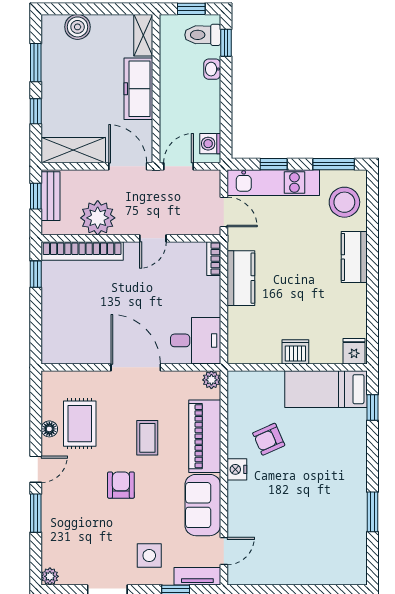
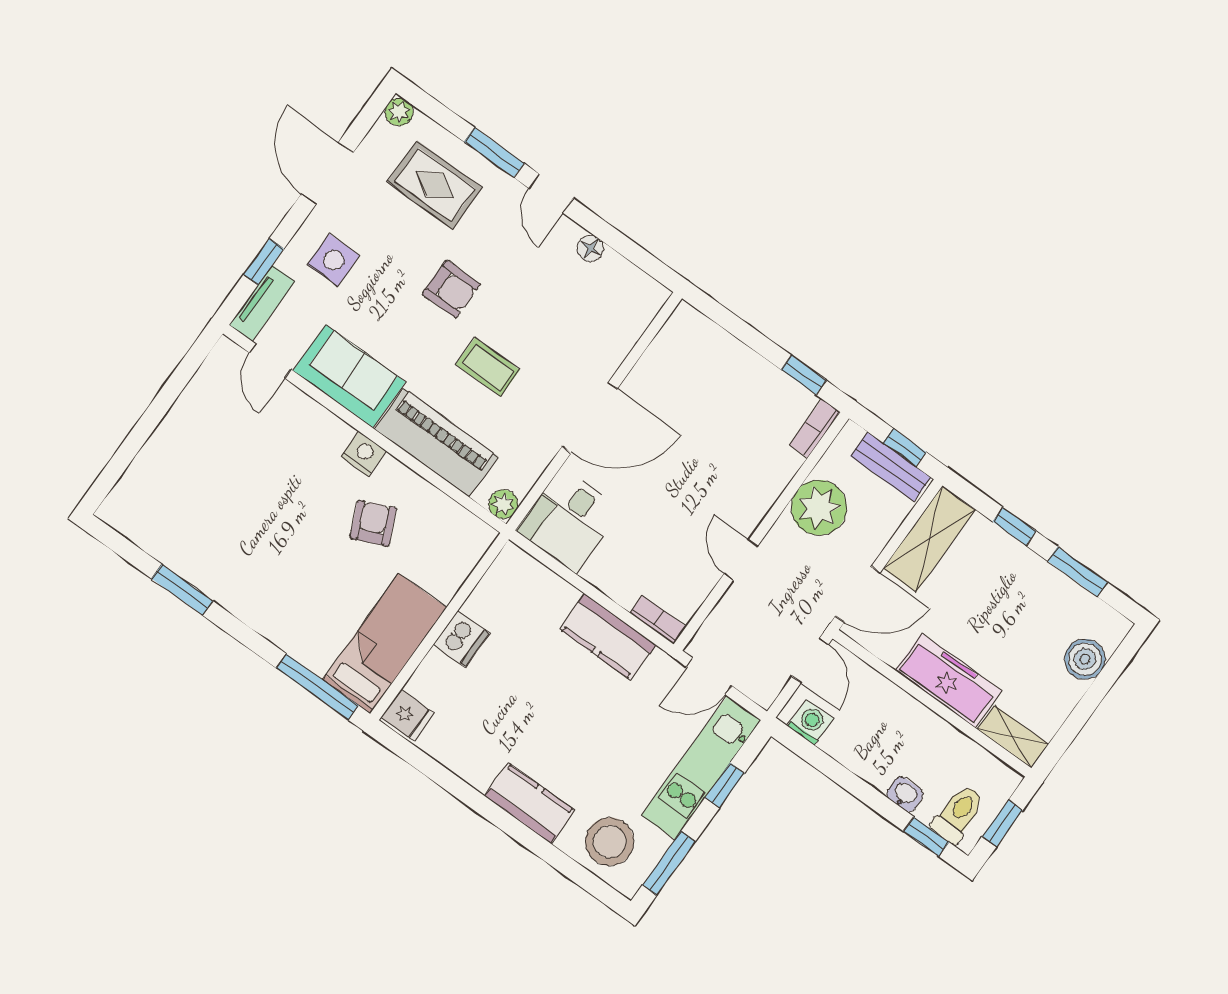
bookcase: (82, 251) -> (815, 428), width x0.43, depth x0.76
window: (373, 407) -> (318, 687), width x2.17
rug: (80, 424) -> (435, 185), moved

